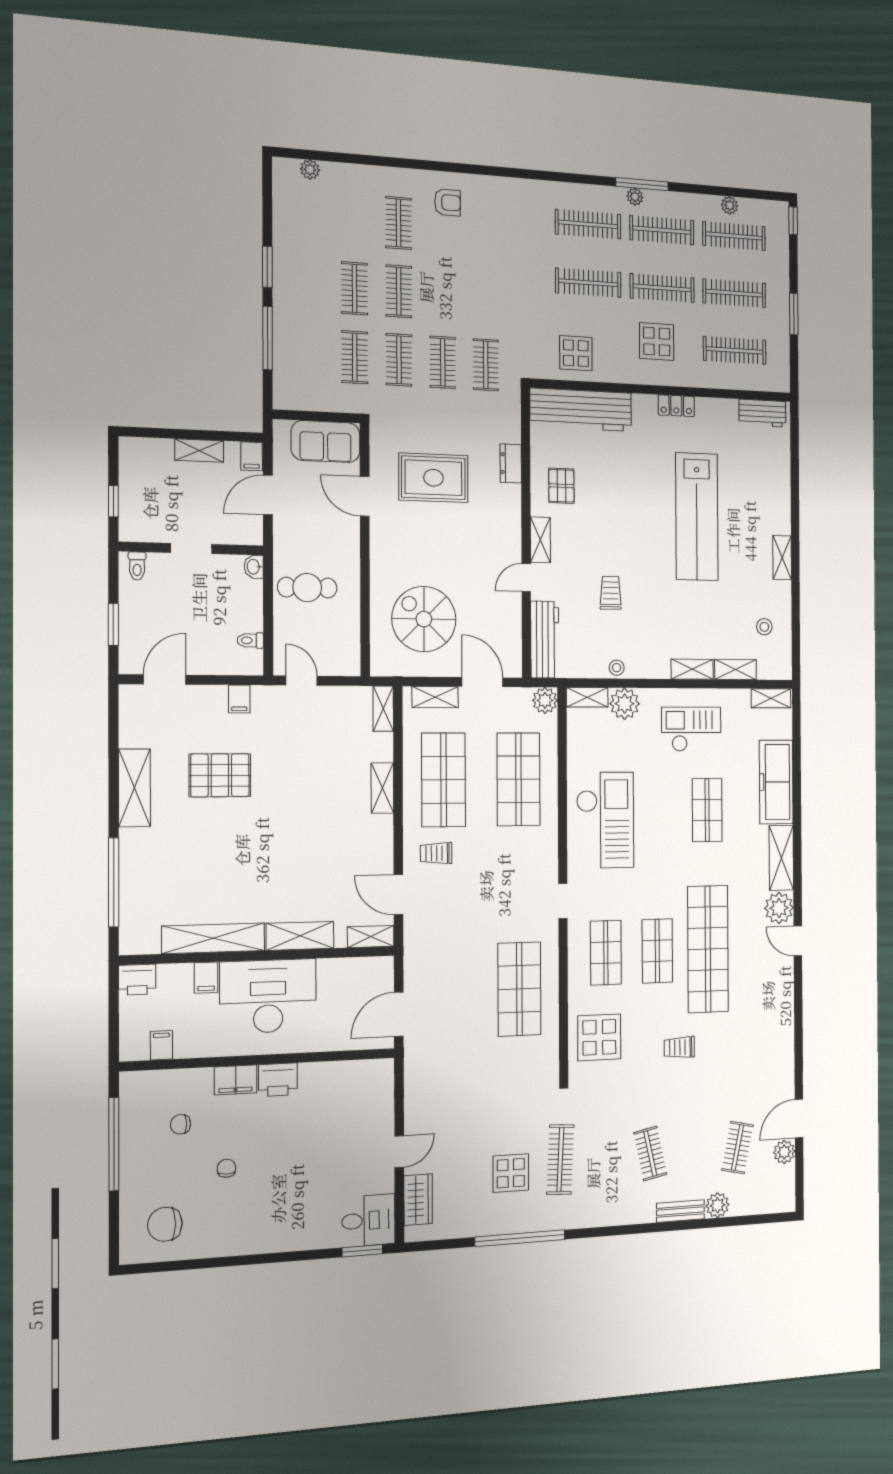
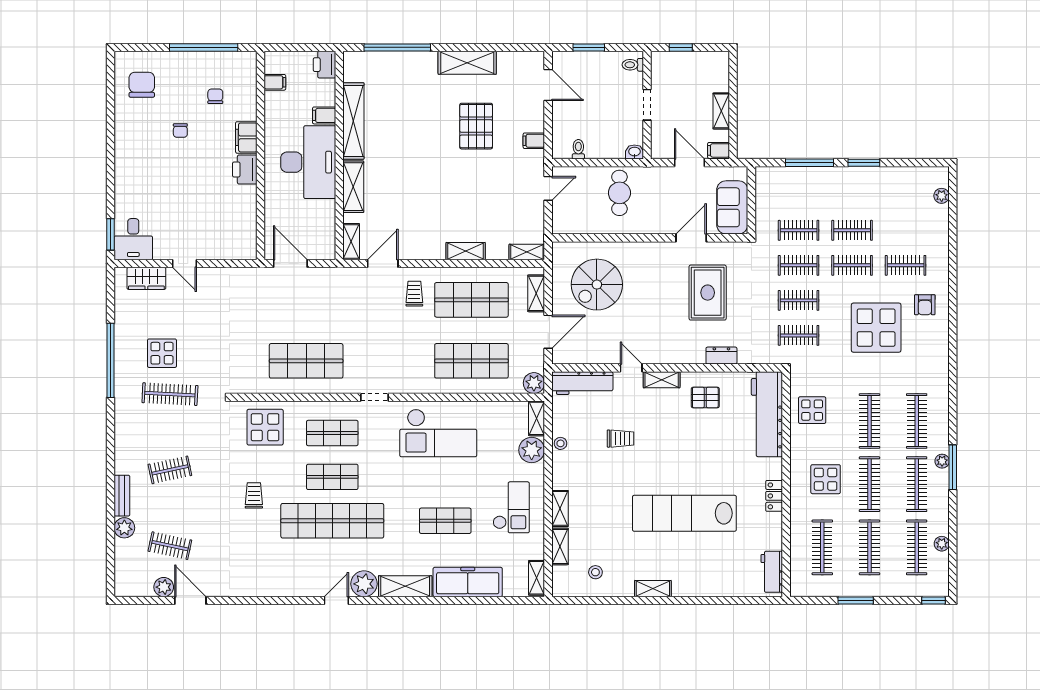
display table: (476, 266) -> (876, 328), added
spiral stairs: (424, 619) -> (597, 285), turned 180
chair: (226, 1168) -> (180, 131), turned 90

